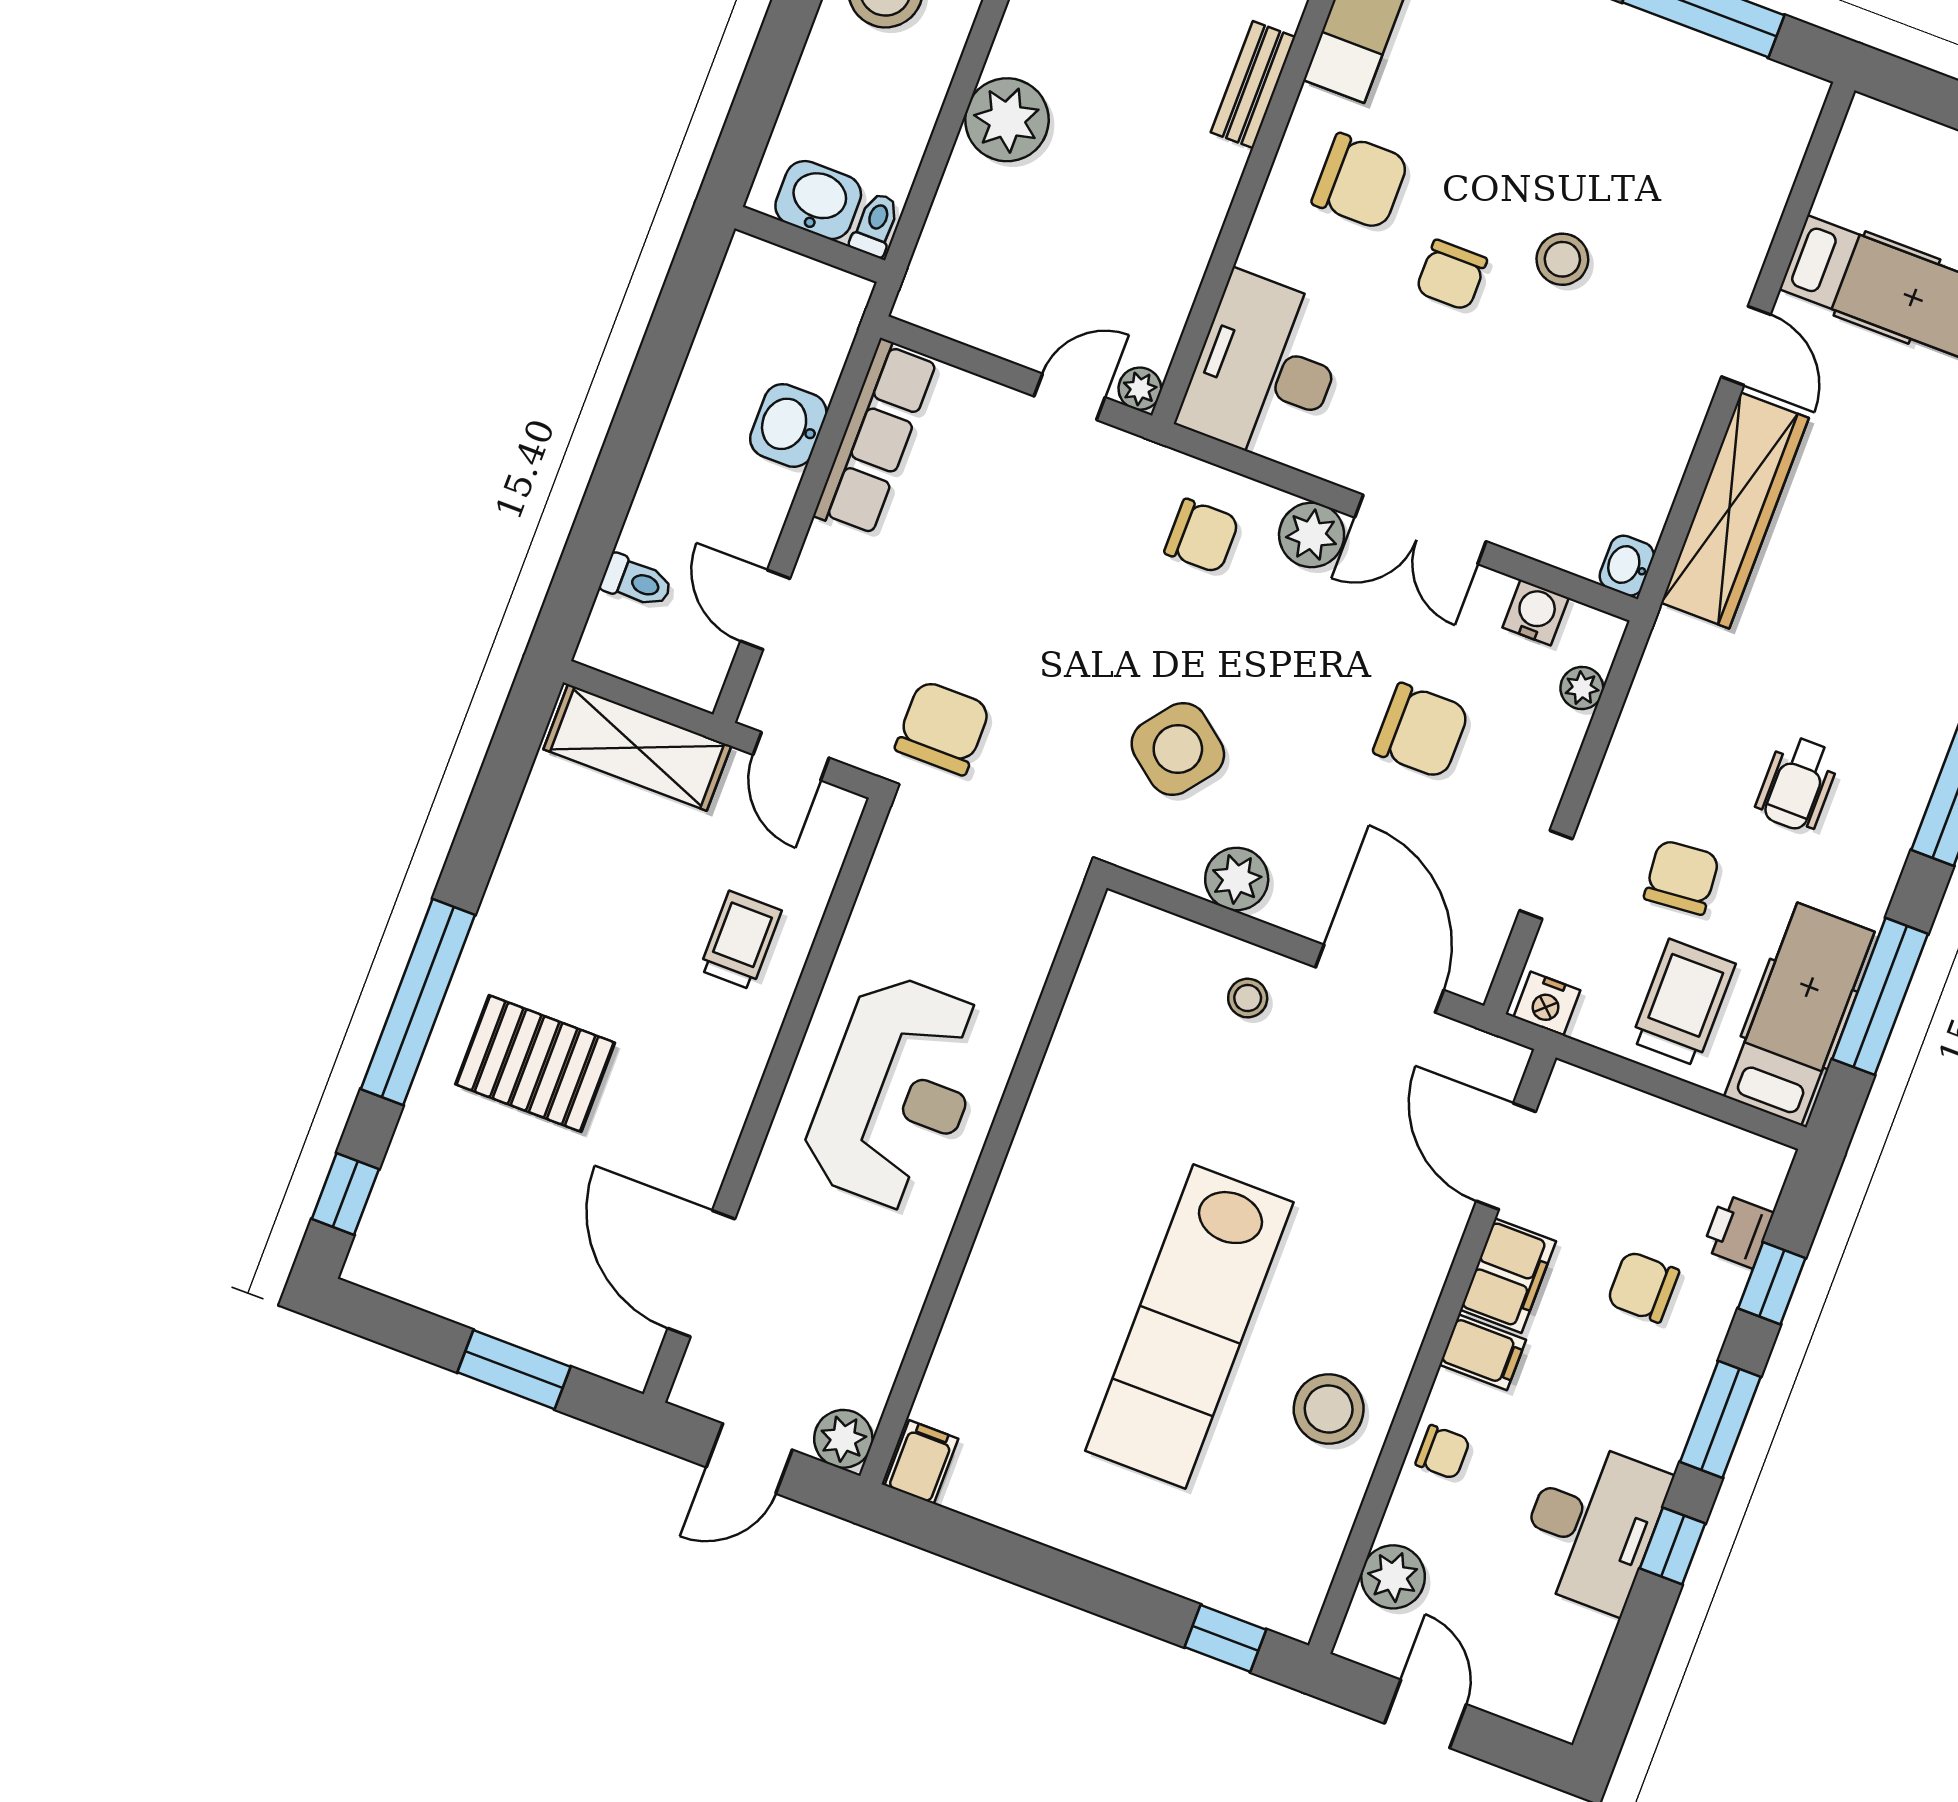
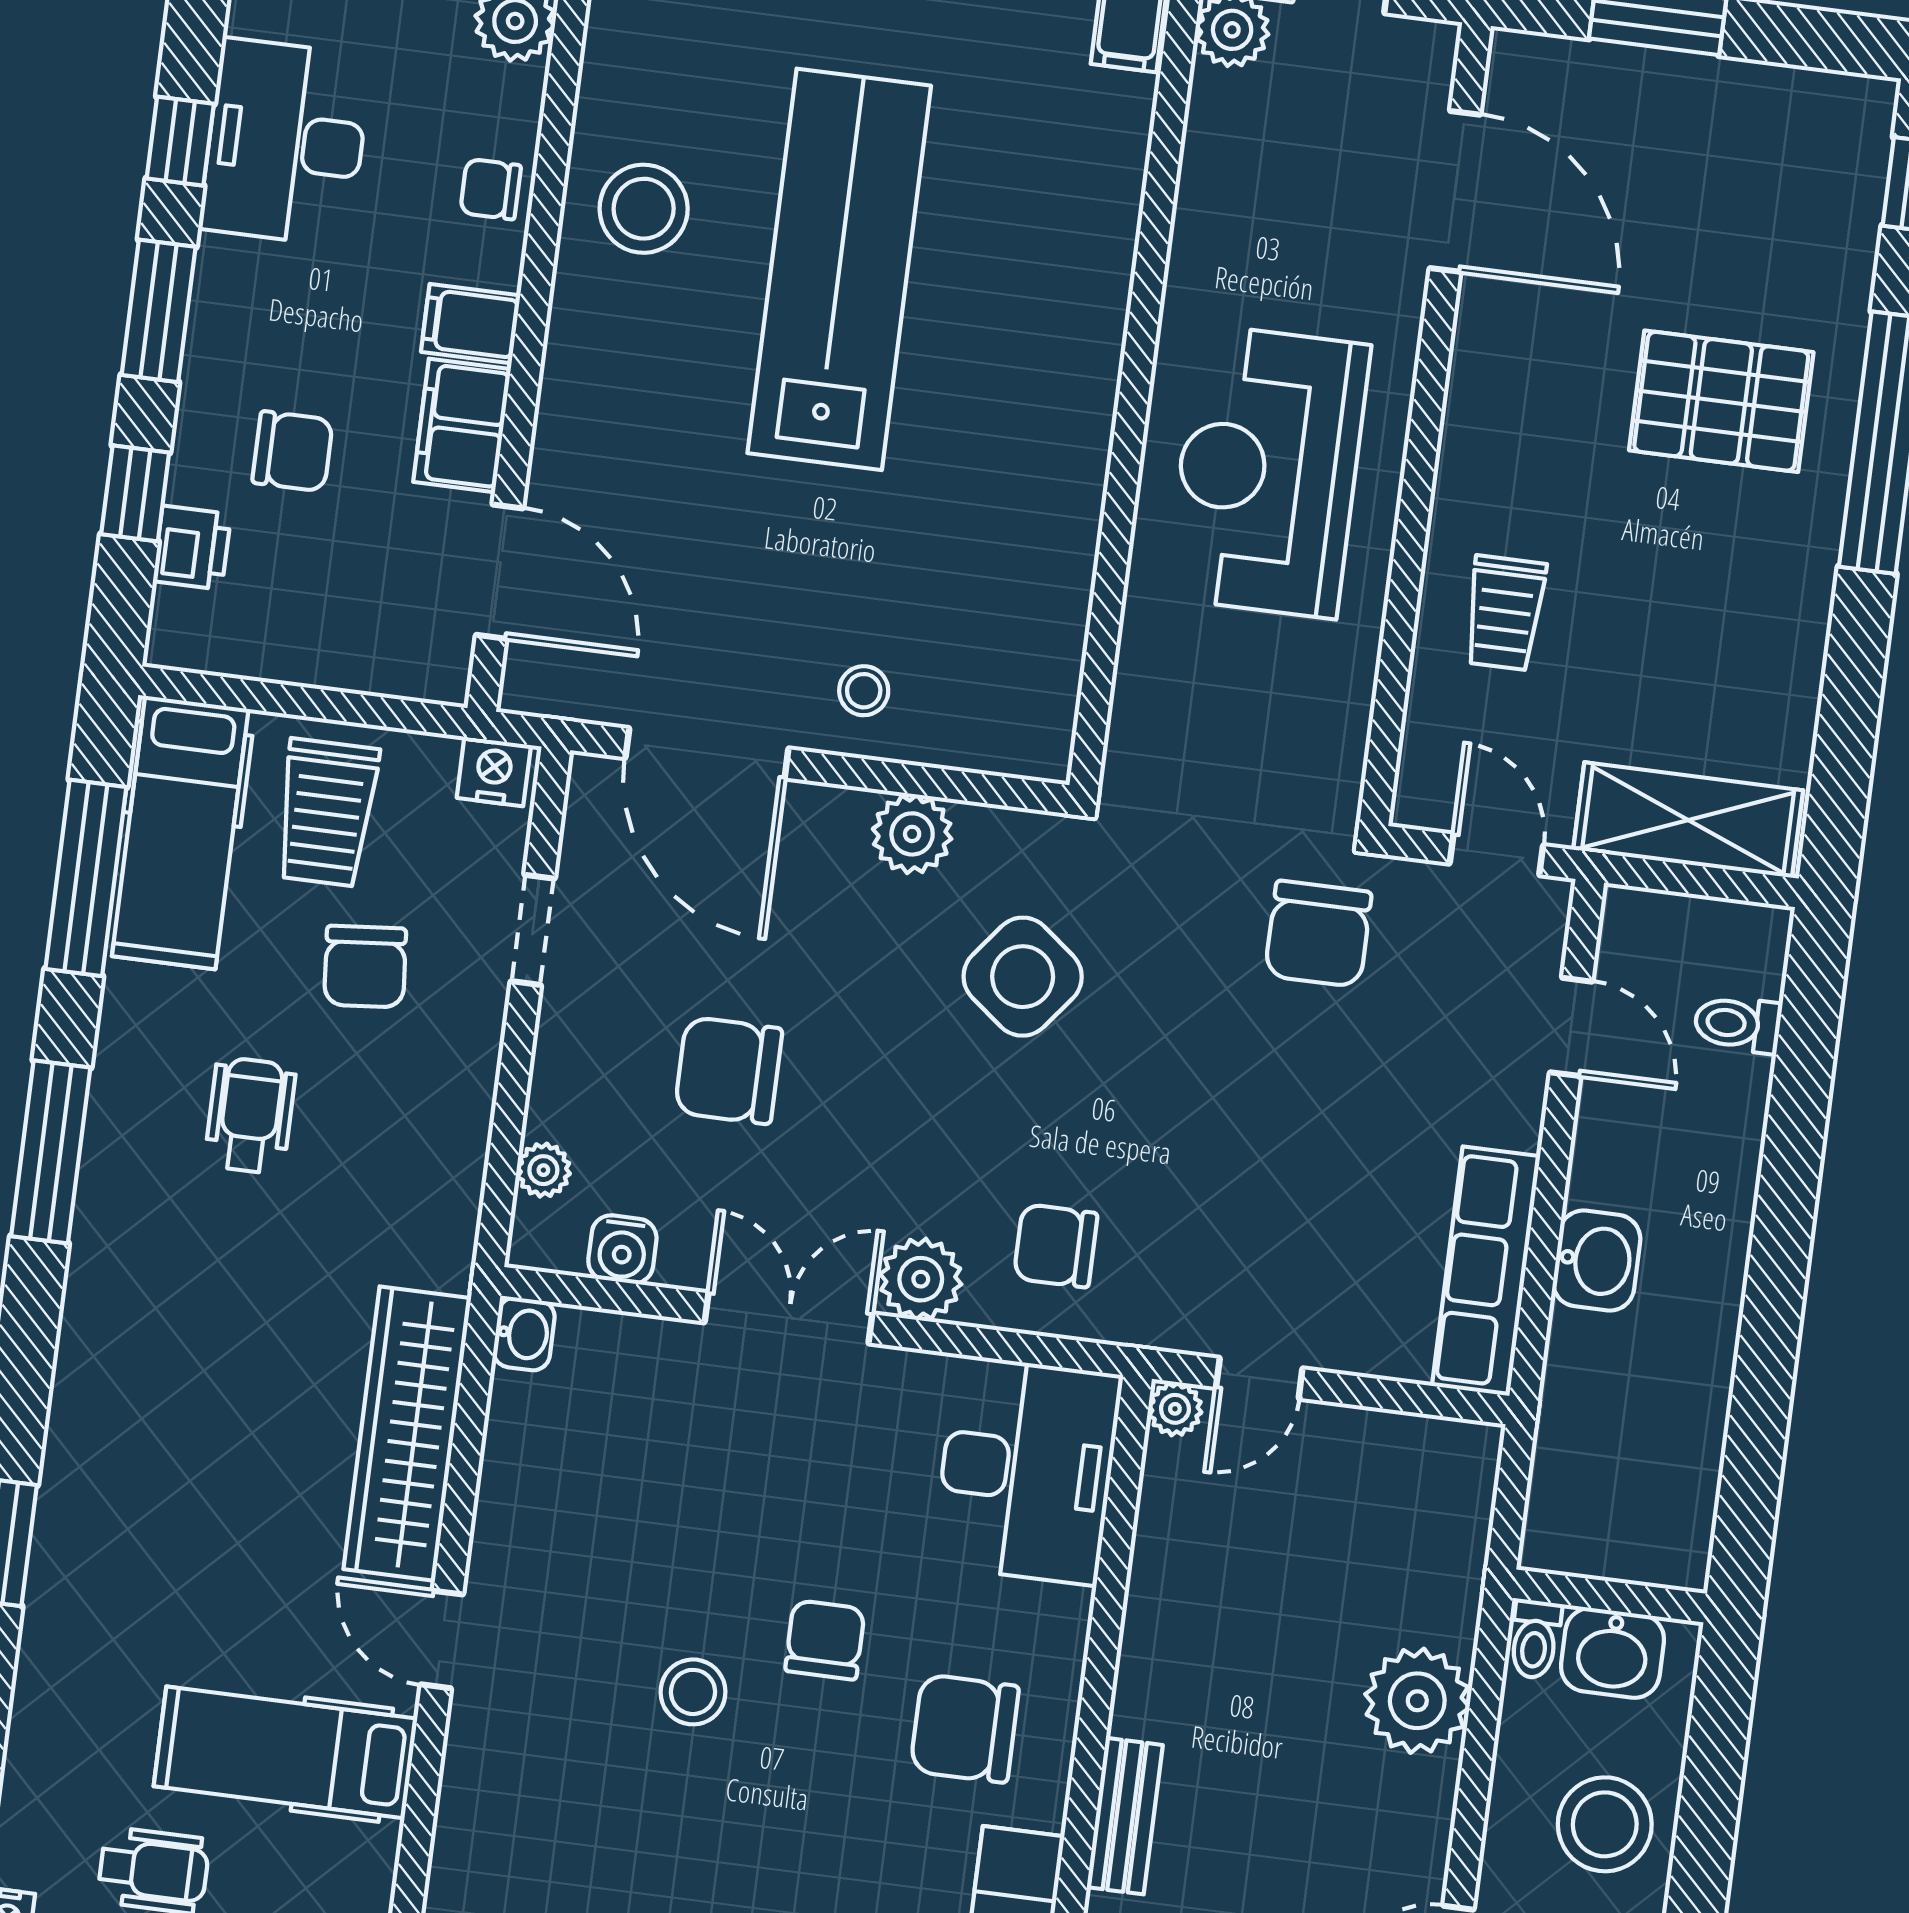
washbasin: (818, 200) -> (1612, 1653), moved
toilet: (875, 225) -> (1535, 1639), moved
wall: (810, 244) -> (1610, 1596), moved

